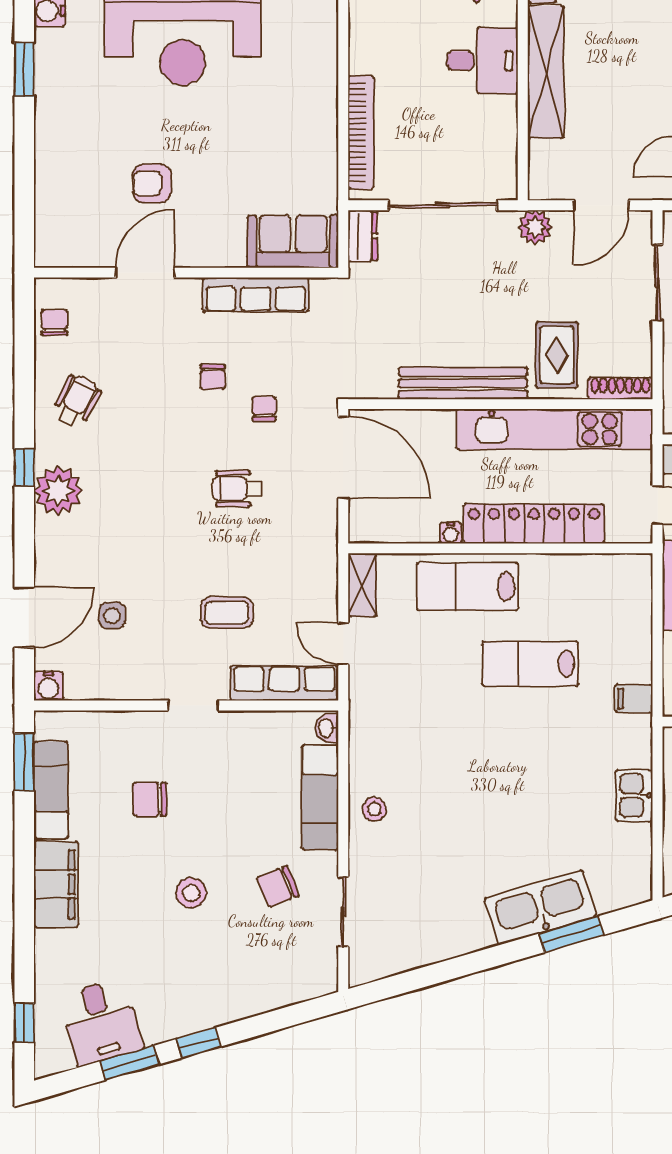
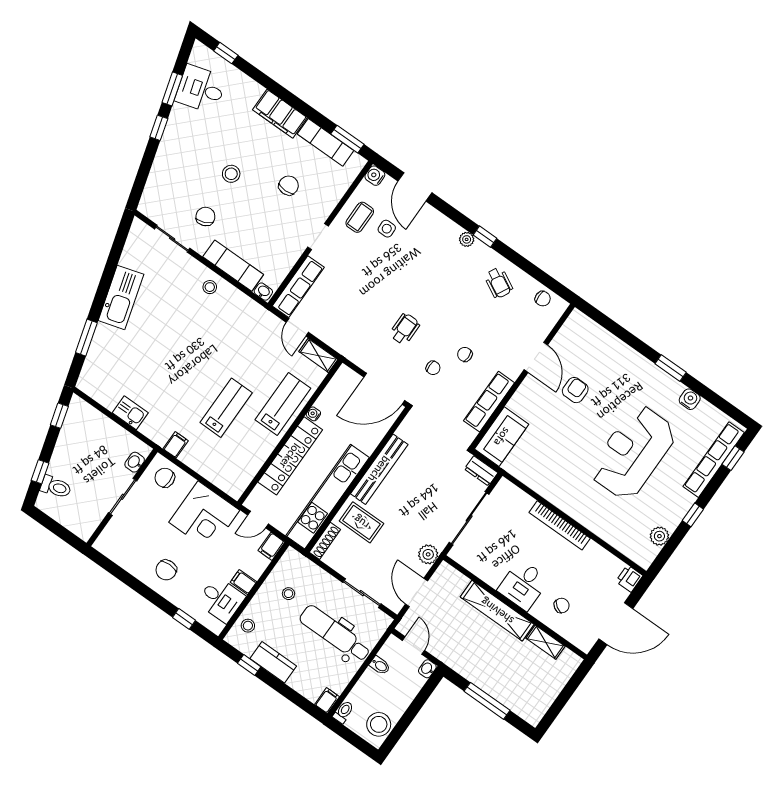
bookcase: (361, 132) -> (560, 525), moved
plant: (58, 491) -> (467, 239), width x0.53, depth x0.53
coffee table: (227, 613) -> (360, 217), moved
door: (343, 644) -> (297, 327), swing flipped
kitchen sink: (540, 907) -> (121, 297), moved

